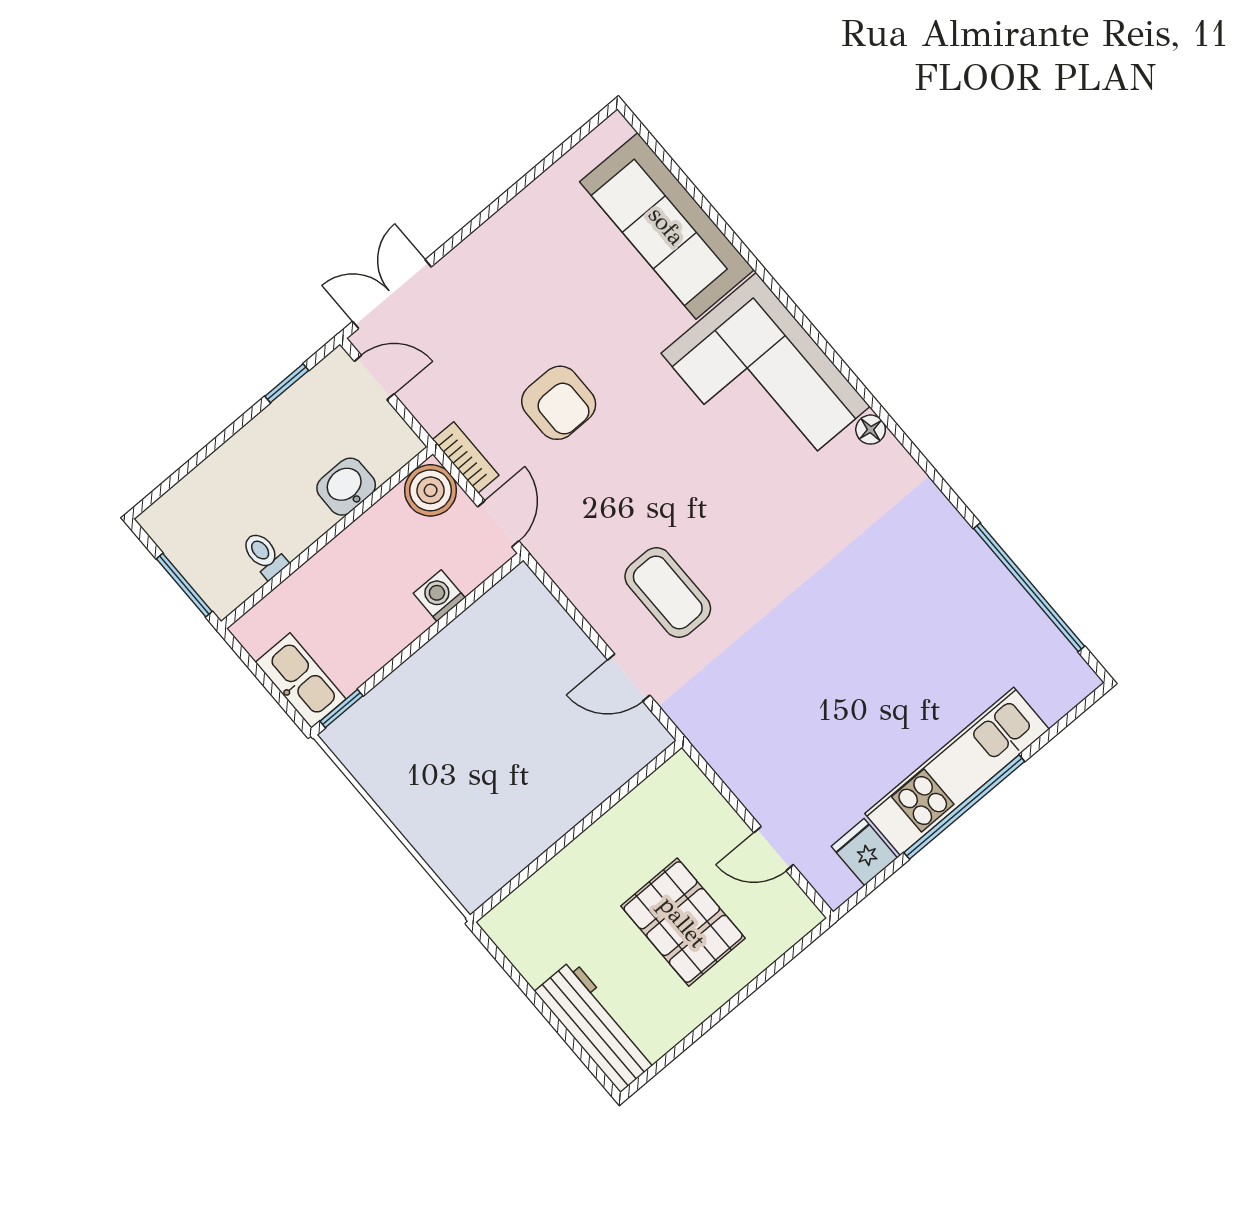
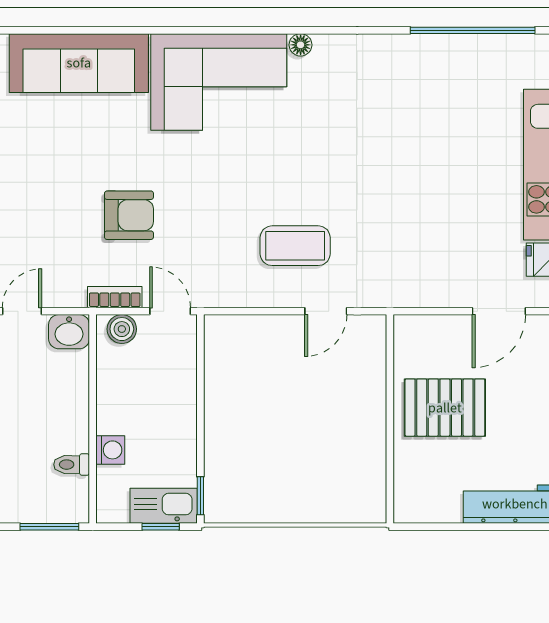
washbasin: (346, 487) -> (69, 332), moved, turned -90
boiler: (431, 490) -> (122, 329), width x0.73, depth x0.73
washing machine: (439, 596) -> (110, 450), moved, turned 180
window: (278, 695) -> (161, 527), added
door: (774, 849) -> (499, 311), width x1.38
pallet: (683, 922) -> (445, 408), moved

